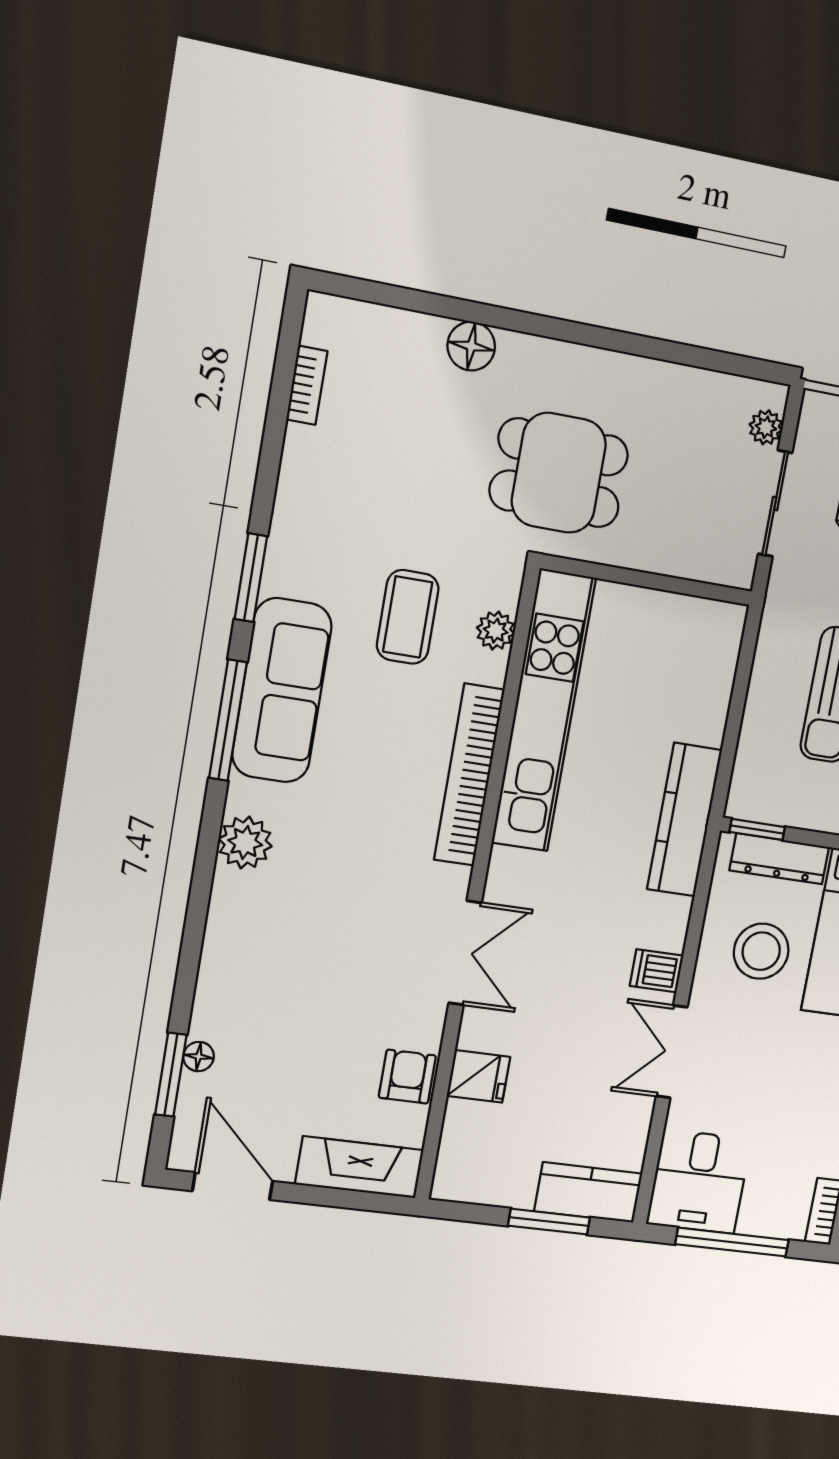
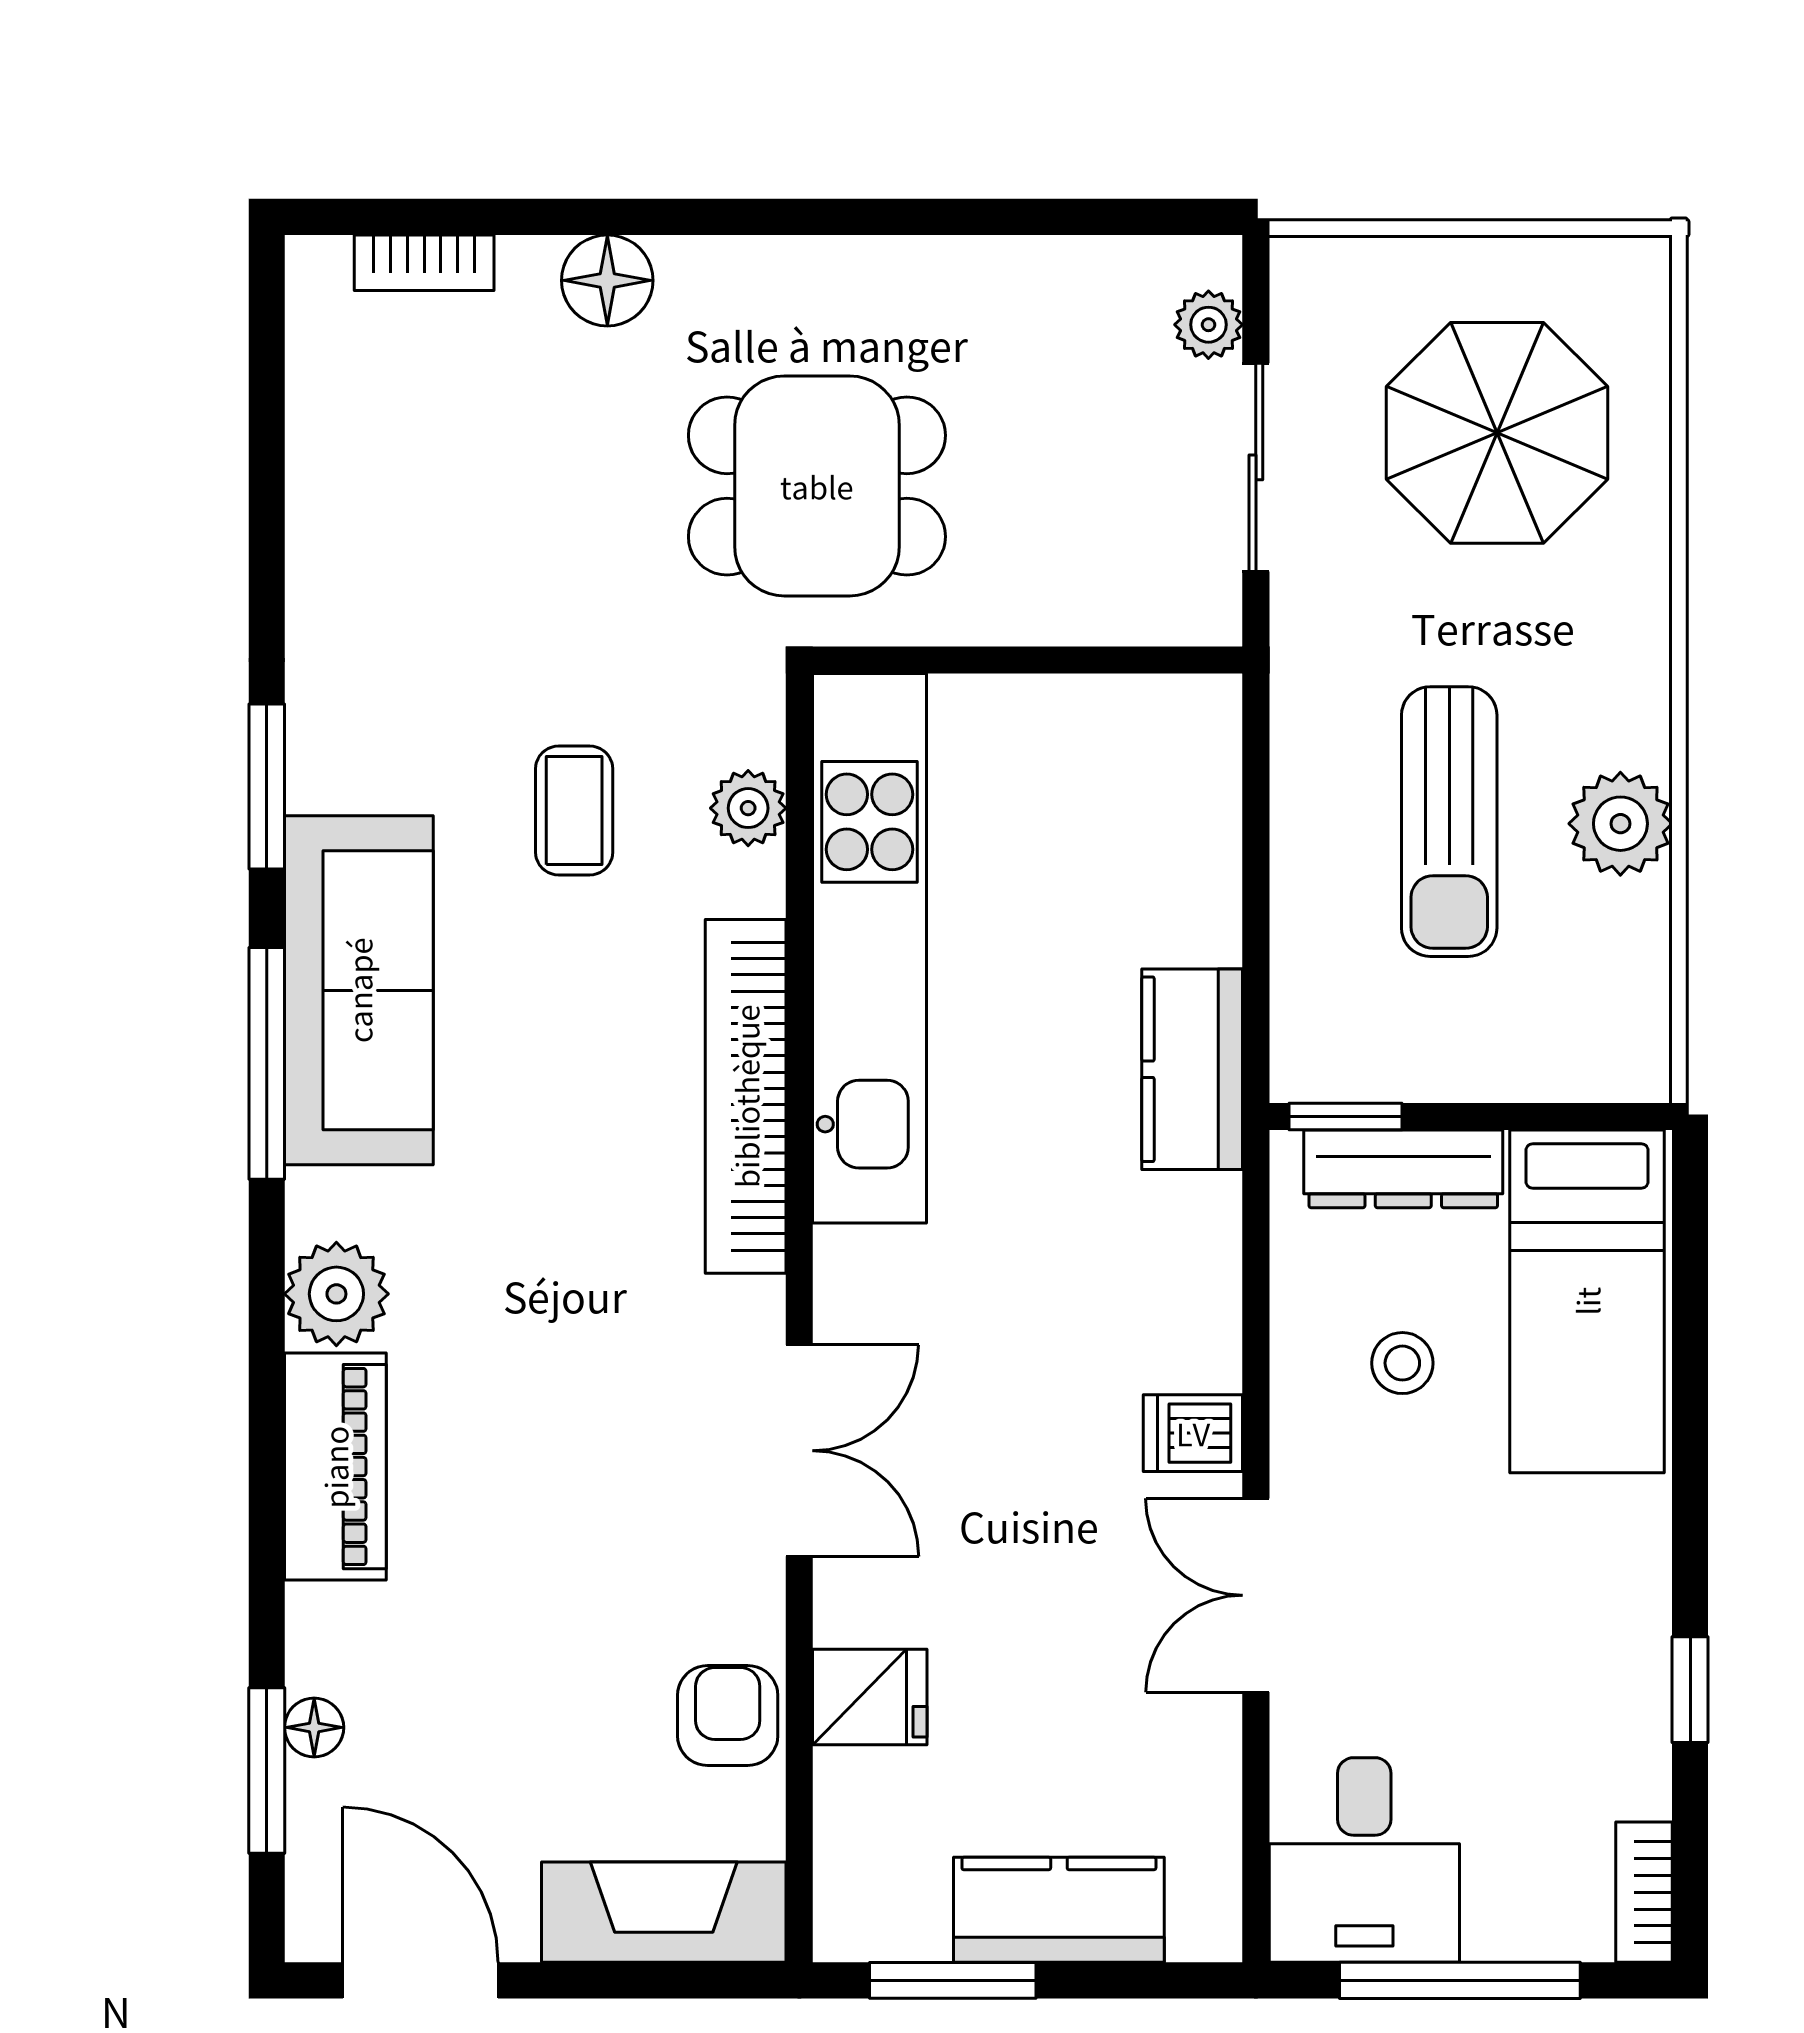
bookcase: (307, 385) -> (424, 263), moved, turned 90
coffee table: (408, 617) -> (574, 811), width x0.73, depth x0.77
kitchen counter: (684, 820) -> (1192, 1069), width x0.67
piano: (231, 929) -> (335, 1467), added
stool: (761, 951) -> (1402, 1363), width x0.53, depth x0.53
kitchen counter: (588, 1192) -> (1059, 1910), moved
window: (549, 1222) -> (953, 1980), moved

